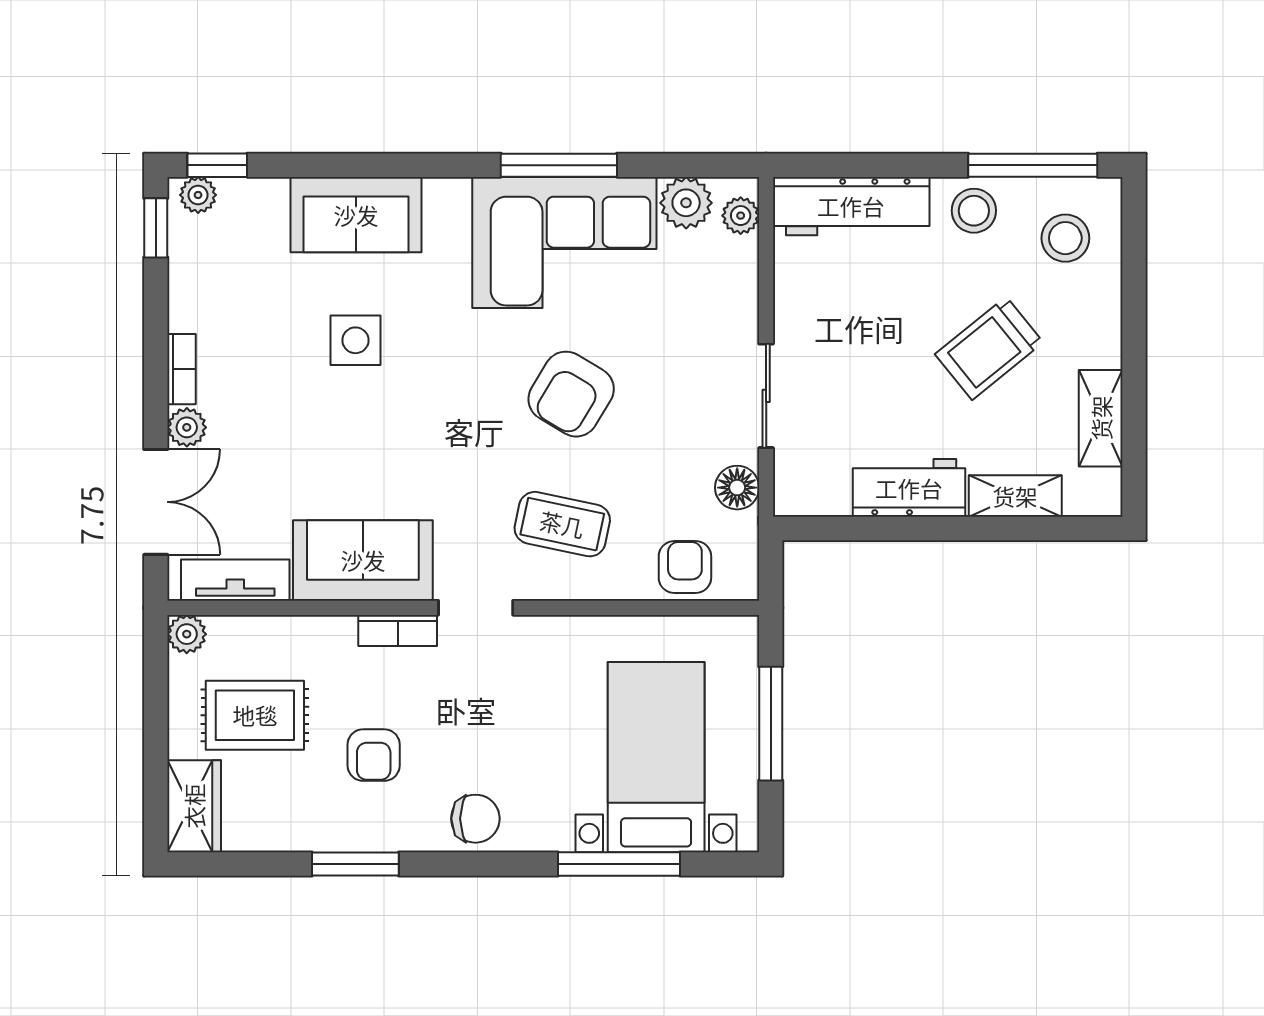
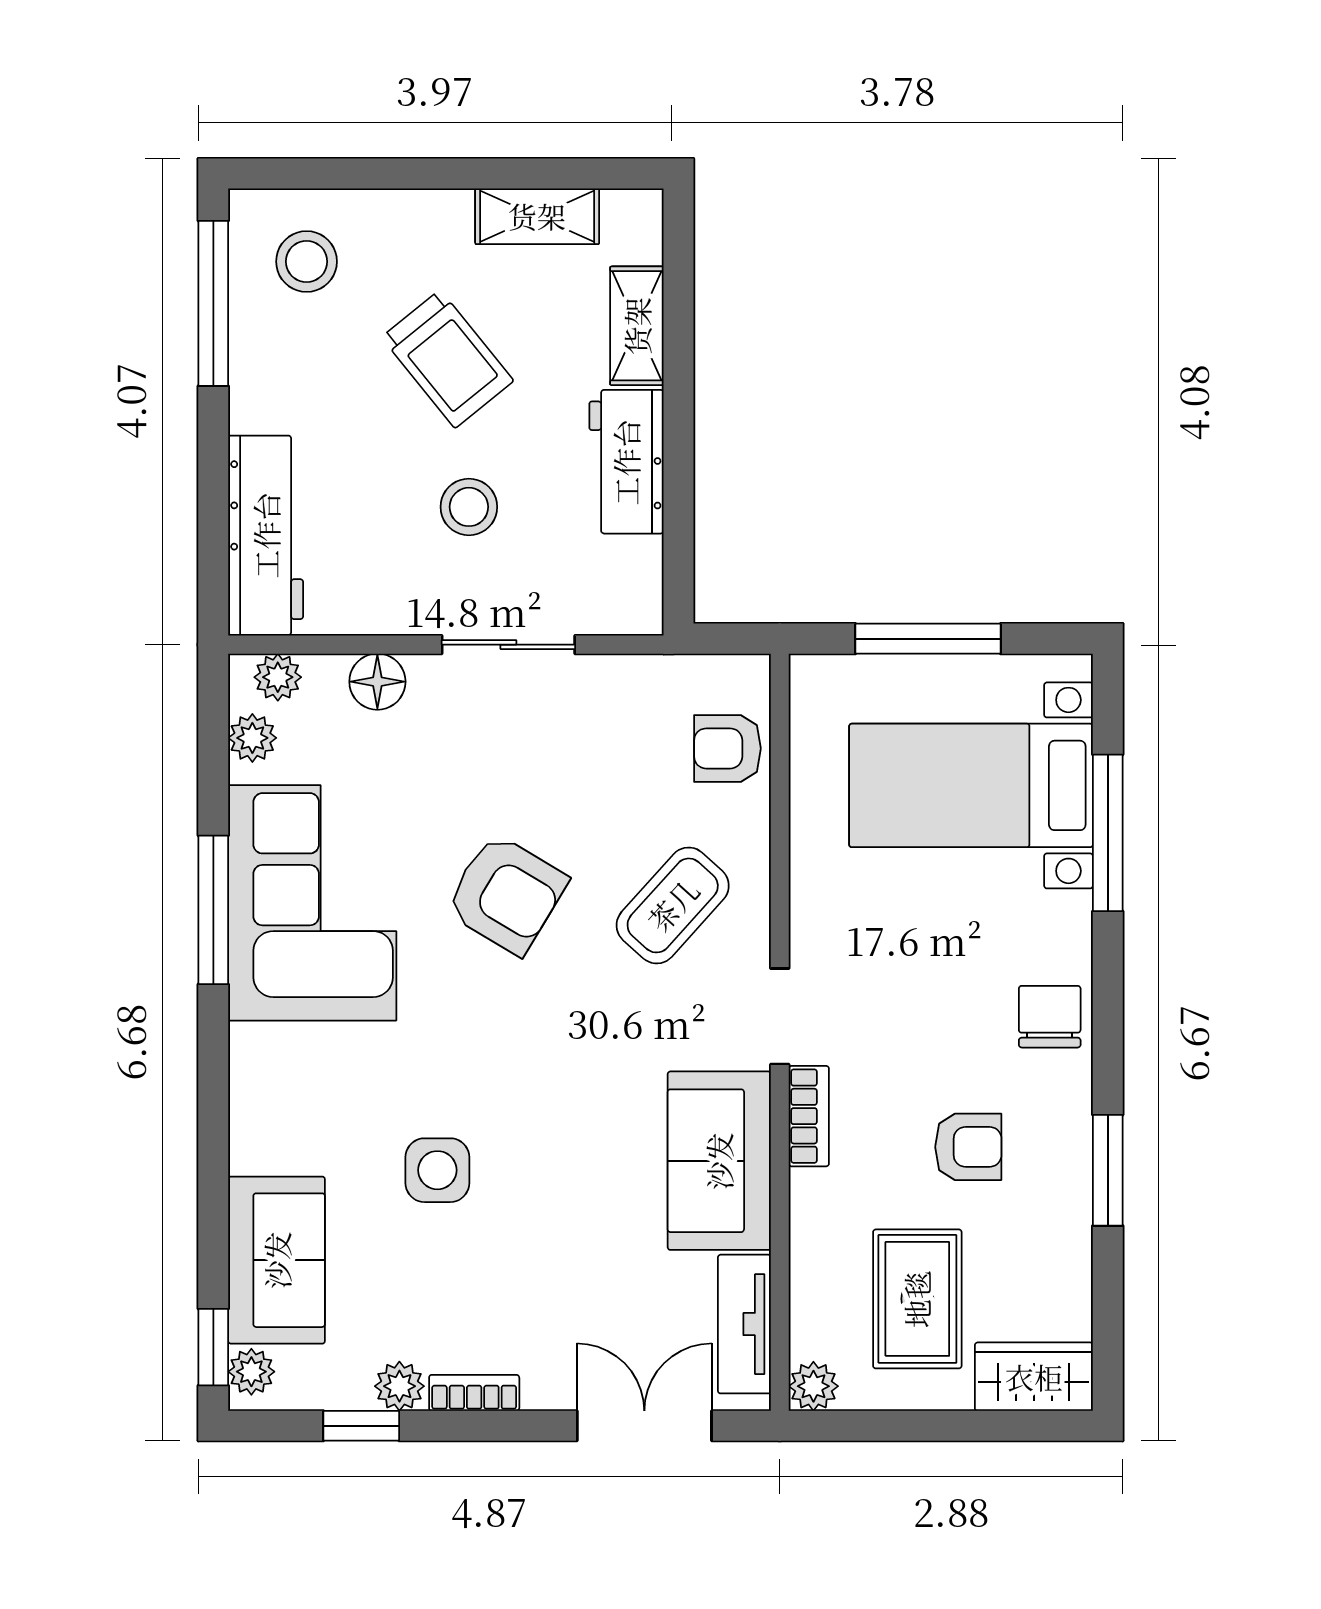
plant: (686, 203) -> (252, 738), width x0.73, depth x0.73
stool: (974, 211) -> (469, 507), moved
sofa: (356, 215) -> (277, 1260), moved
window: (156, 228) -> (361, 1426), moved
plant: (187, 427) -> (399, 1386), moved
floor lamp: (737, 488) -> (377, 682), moved
coffee table: (562, 524) -> (673, 905), turned 30

